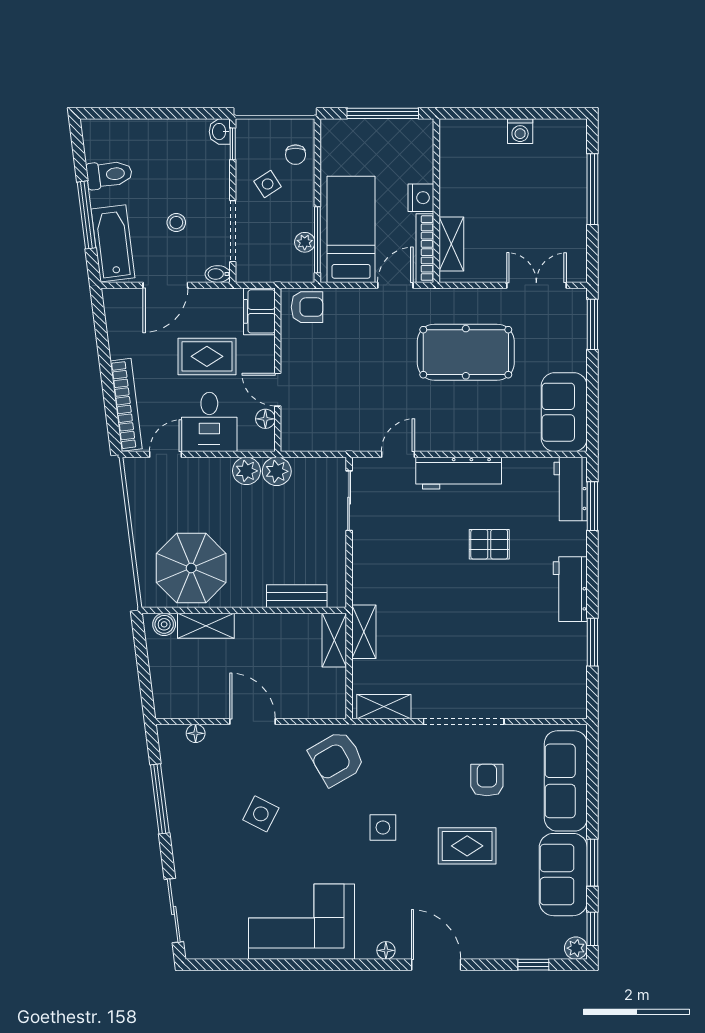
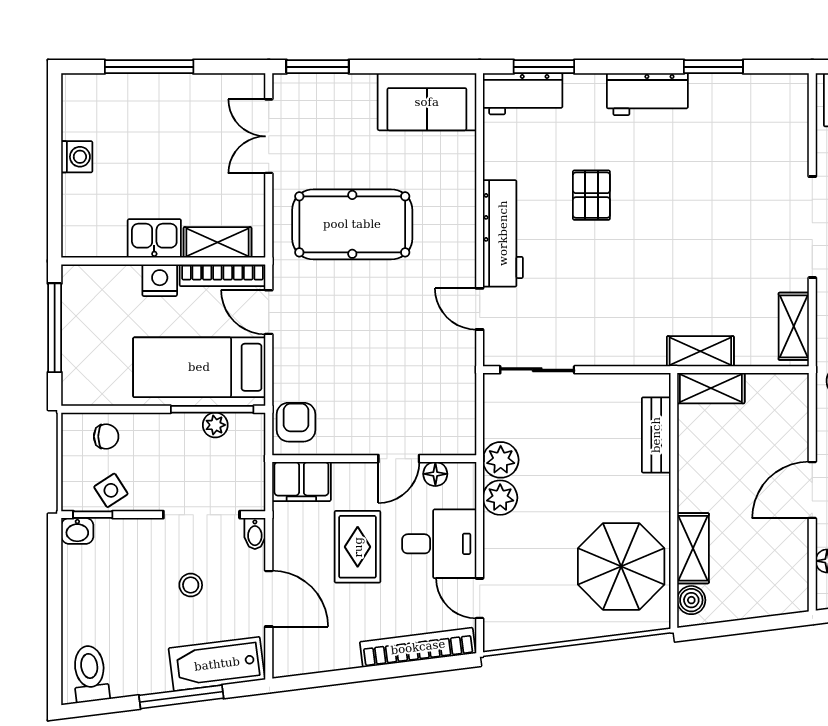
toilet: (109, 174) -> (90, 674), moved
side table: (268, 184) -> (111, 490), moved
kitchen sink: (455, 193) -> (154, 238), added
pool table: (466, 352) -> (352, 224), turned 90

